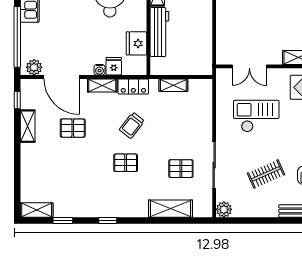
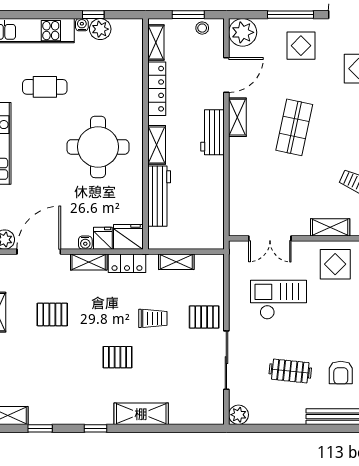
fridge: (136, 43) -> (128, 237), moved, turned 90
door: (62, 77) -> (39, 252), swing flipped
trolley: (132, 125) -> (153, 318), moved, turned -128
pallet: (181, 169) -> (204, 317), moved
clothes rail: (266, 174) -> (290, 371), turned 30
shelving: (170, 209) -> (141, 414), moved

